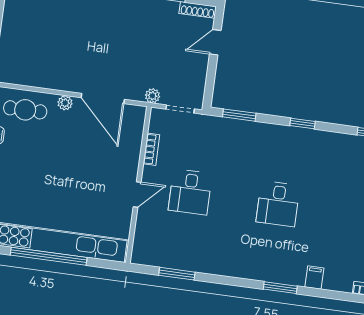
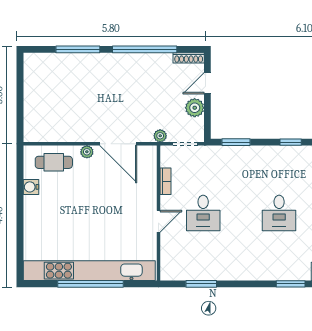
plant: (197, 69) -> (195, 108), added

